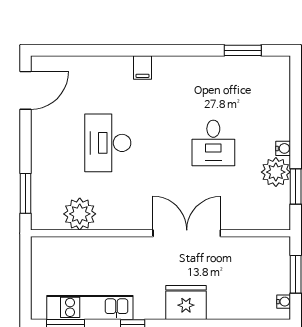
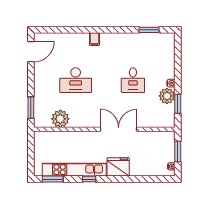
desk: (108, 143) -> (76, 80), turned -90
kitchen unit: (90, 307) -> (74, 170), width x1.36

